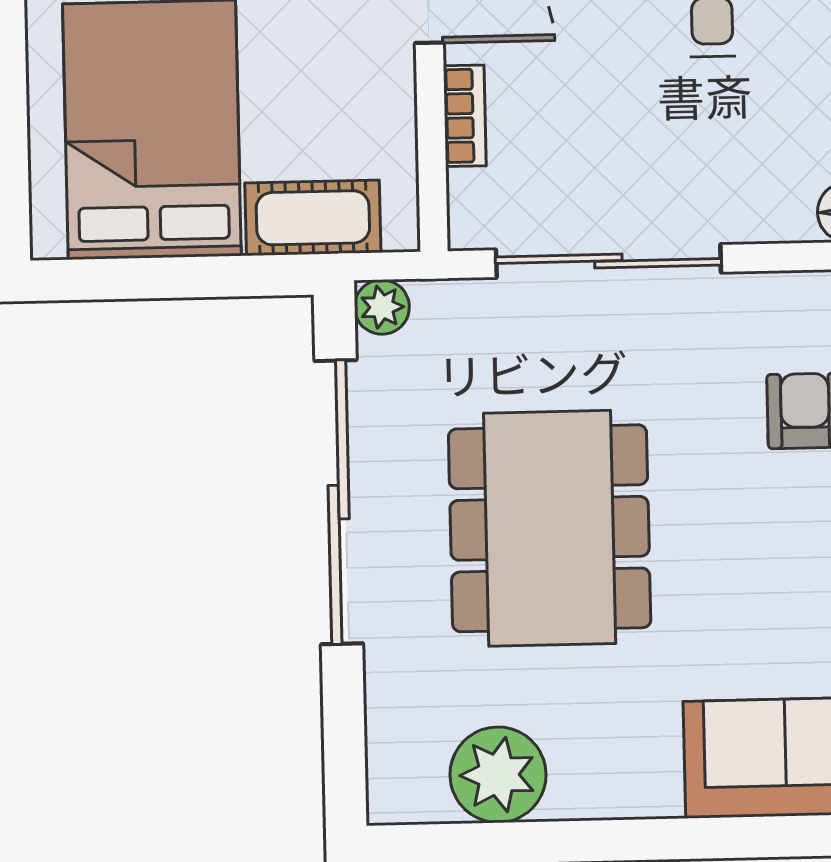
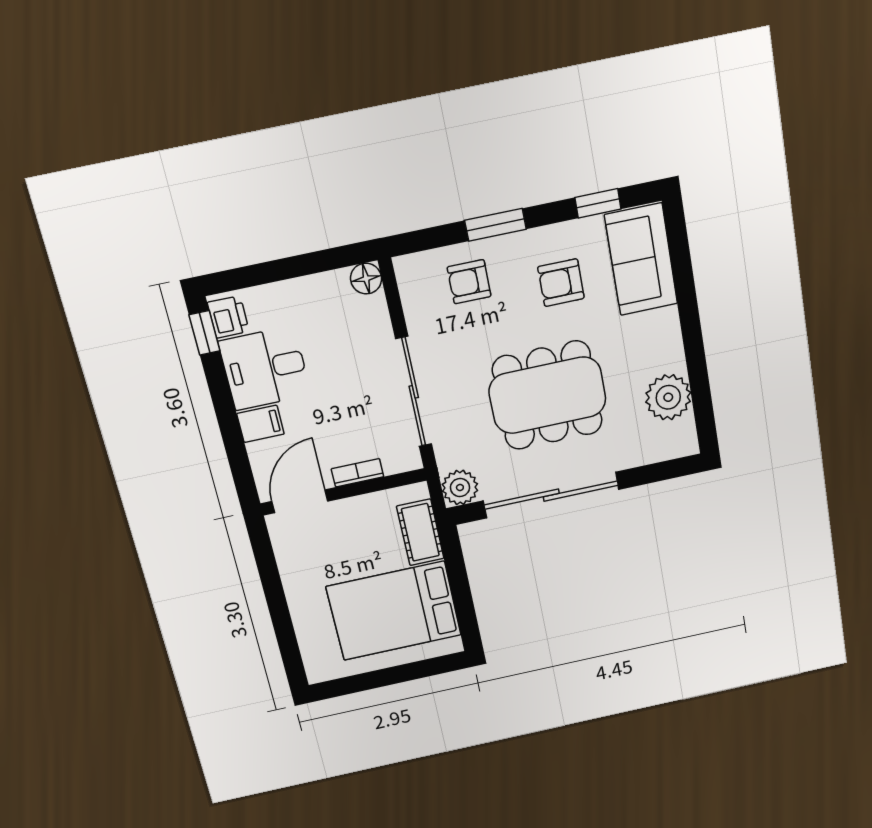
plant: (382, 307) -> (460, 487), width x1.38, depth x1.38
armchair: (770, 591) -> (561, 283), added

